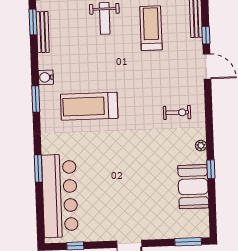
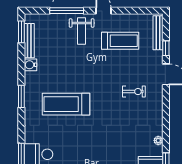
treadmill: (151, 28) -> (120, 41), turned 90
water cooler: (46, 77) -> (30, 65), moved
exercise bike: (177, 113) -> (134, 92), moved

